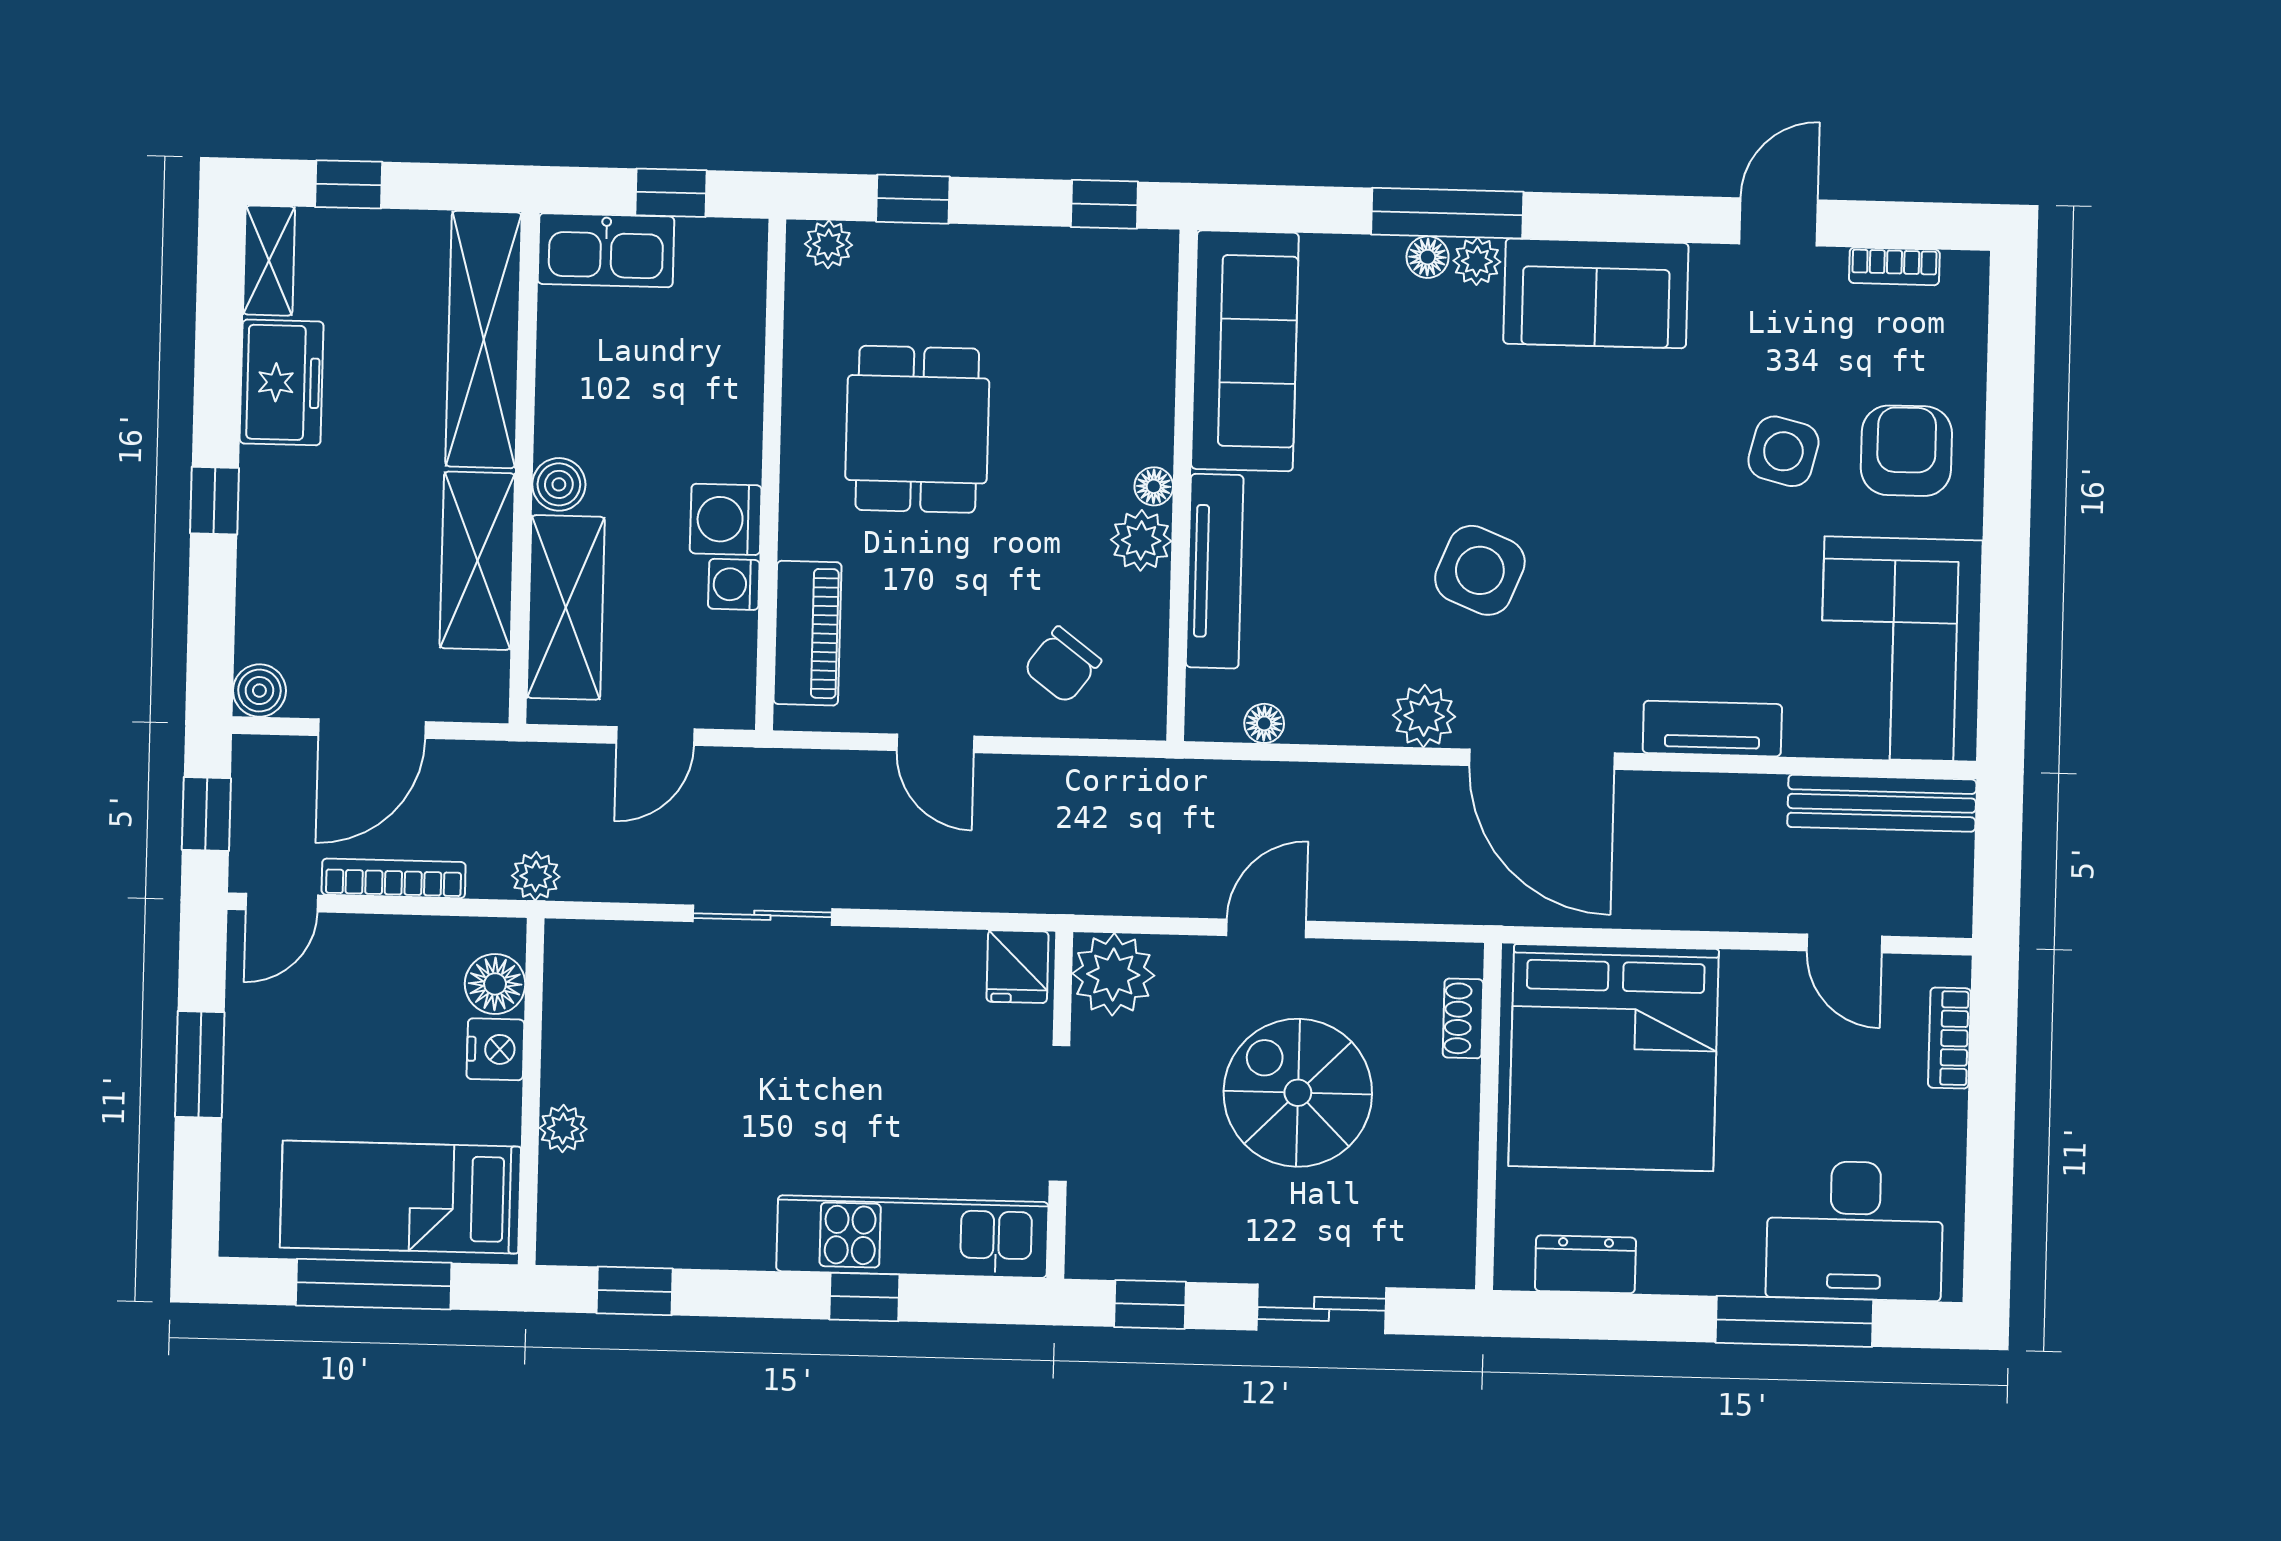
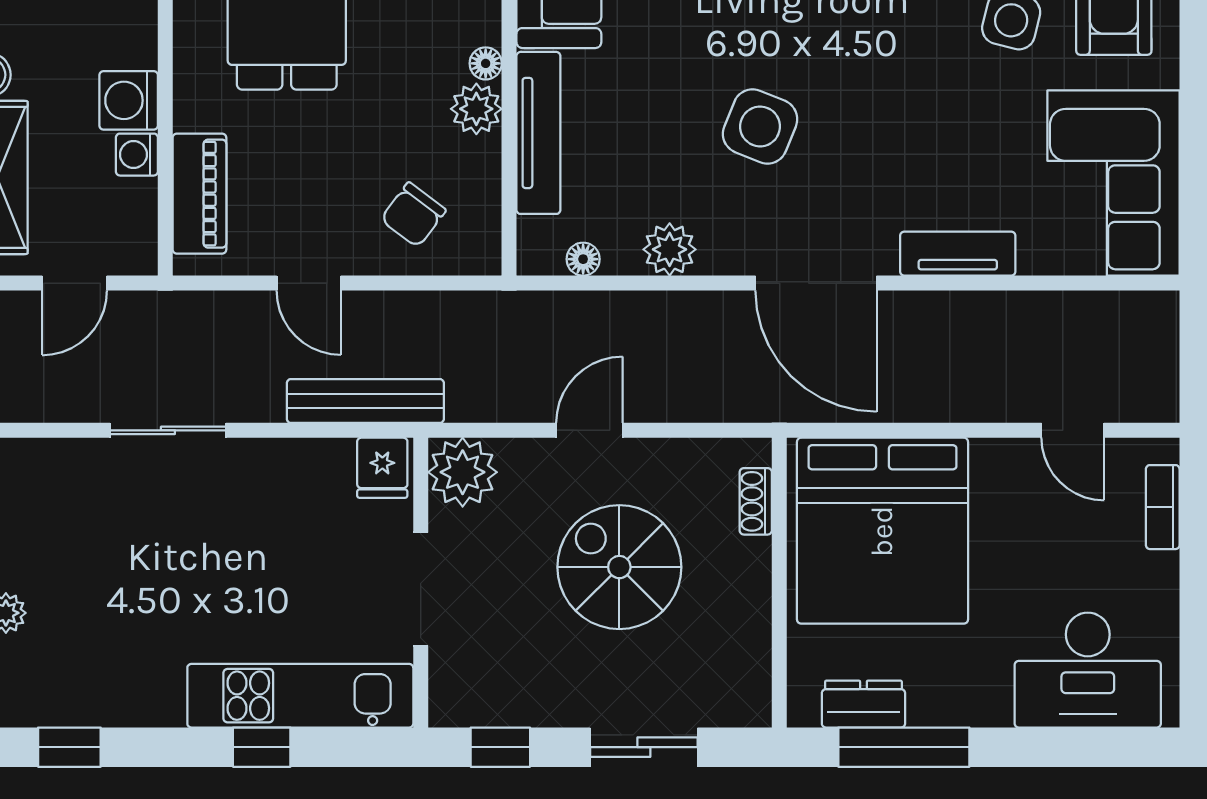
plant: (1424, 716) -> (670, 249), moved
bench: (1882, 803) -> (365, 401), moved
window: (1794, 1321) -> (904, 747), moved

